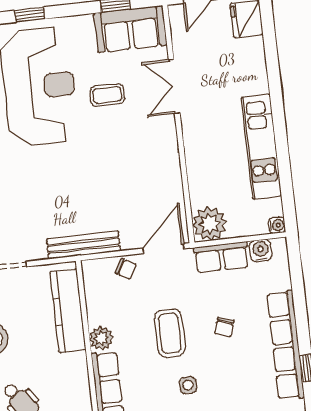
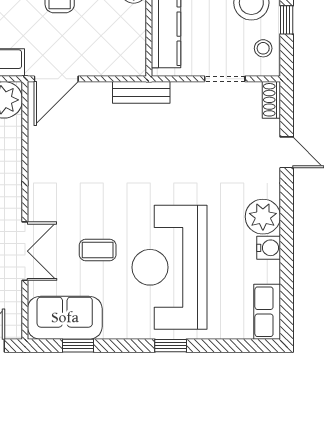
bench: (83, 245) -> (141, 92), width x0.73
chair: (126, 269) -> (99, 62), removed

